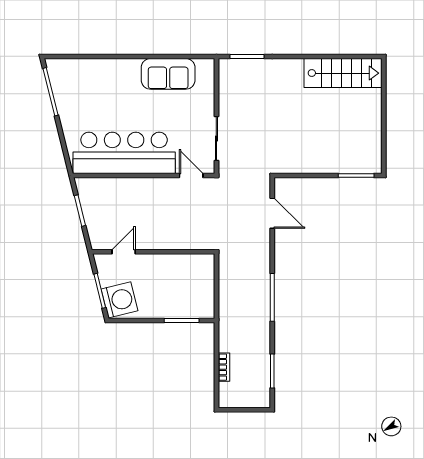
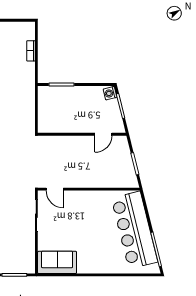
sofa: (168, 74) -> (57, 262), moved
bar counter: (124, 153) -> (134, 230), moved, turned 76
washing machine: (120, 300) -> (110, 93), width x0.53, depth x0.53

